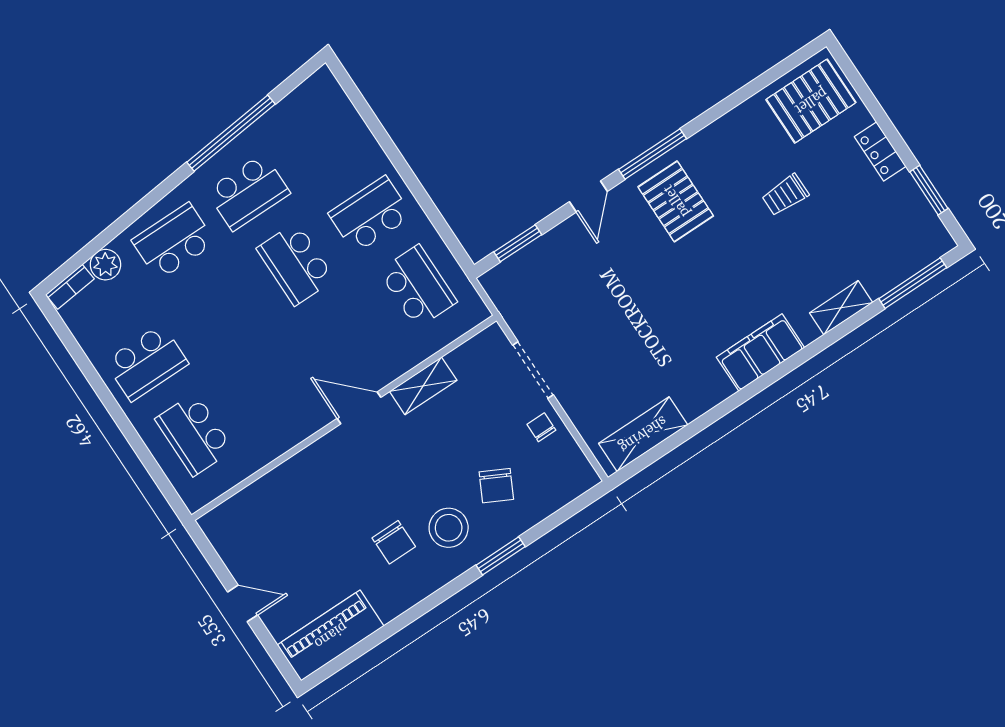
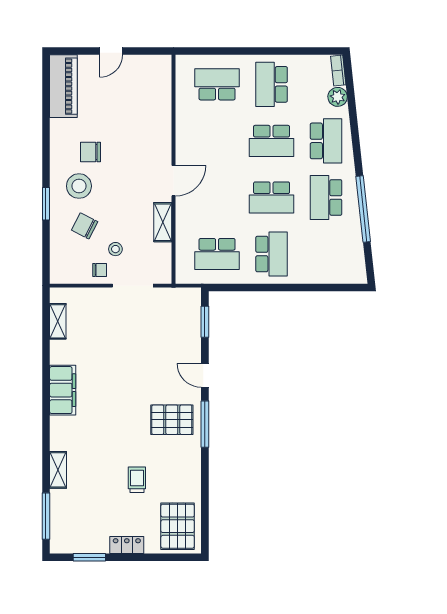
school desk: (296, 264) -> (272, 197), turned 180
school desk: (221, 313) -> (272, 141), added
filing cabinet: (760, 352) -> (63, 390), moved
stool: (500, 425) -> (115, 249), added
shelving: (643, 434) -> (58, 321), width x0.67, depth x0.75

